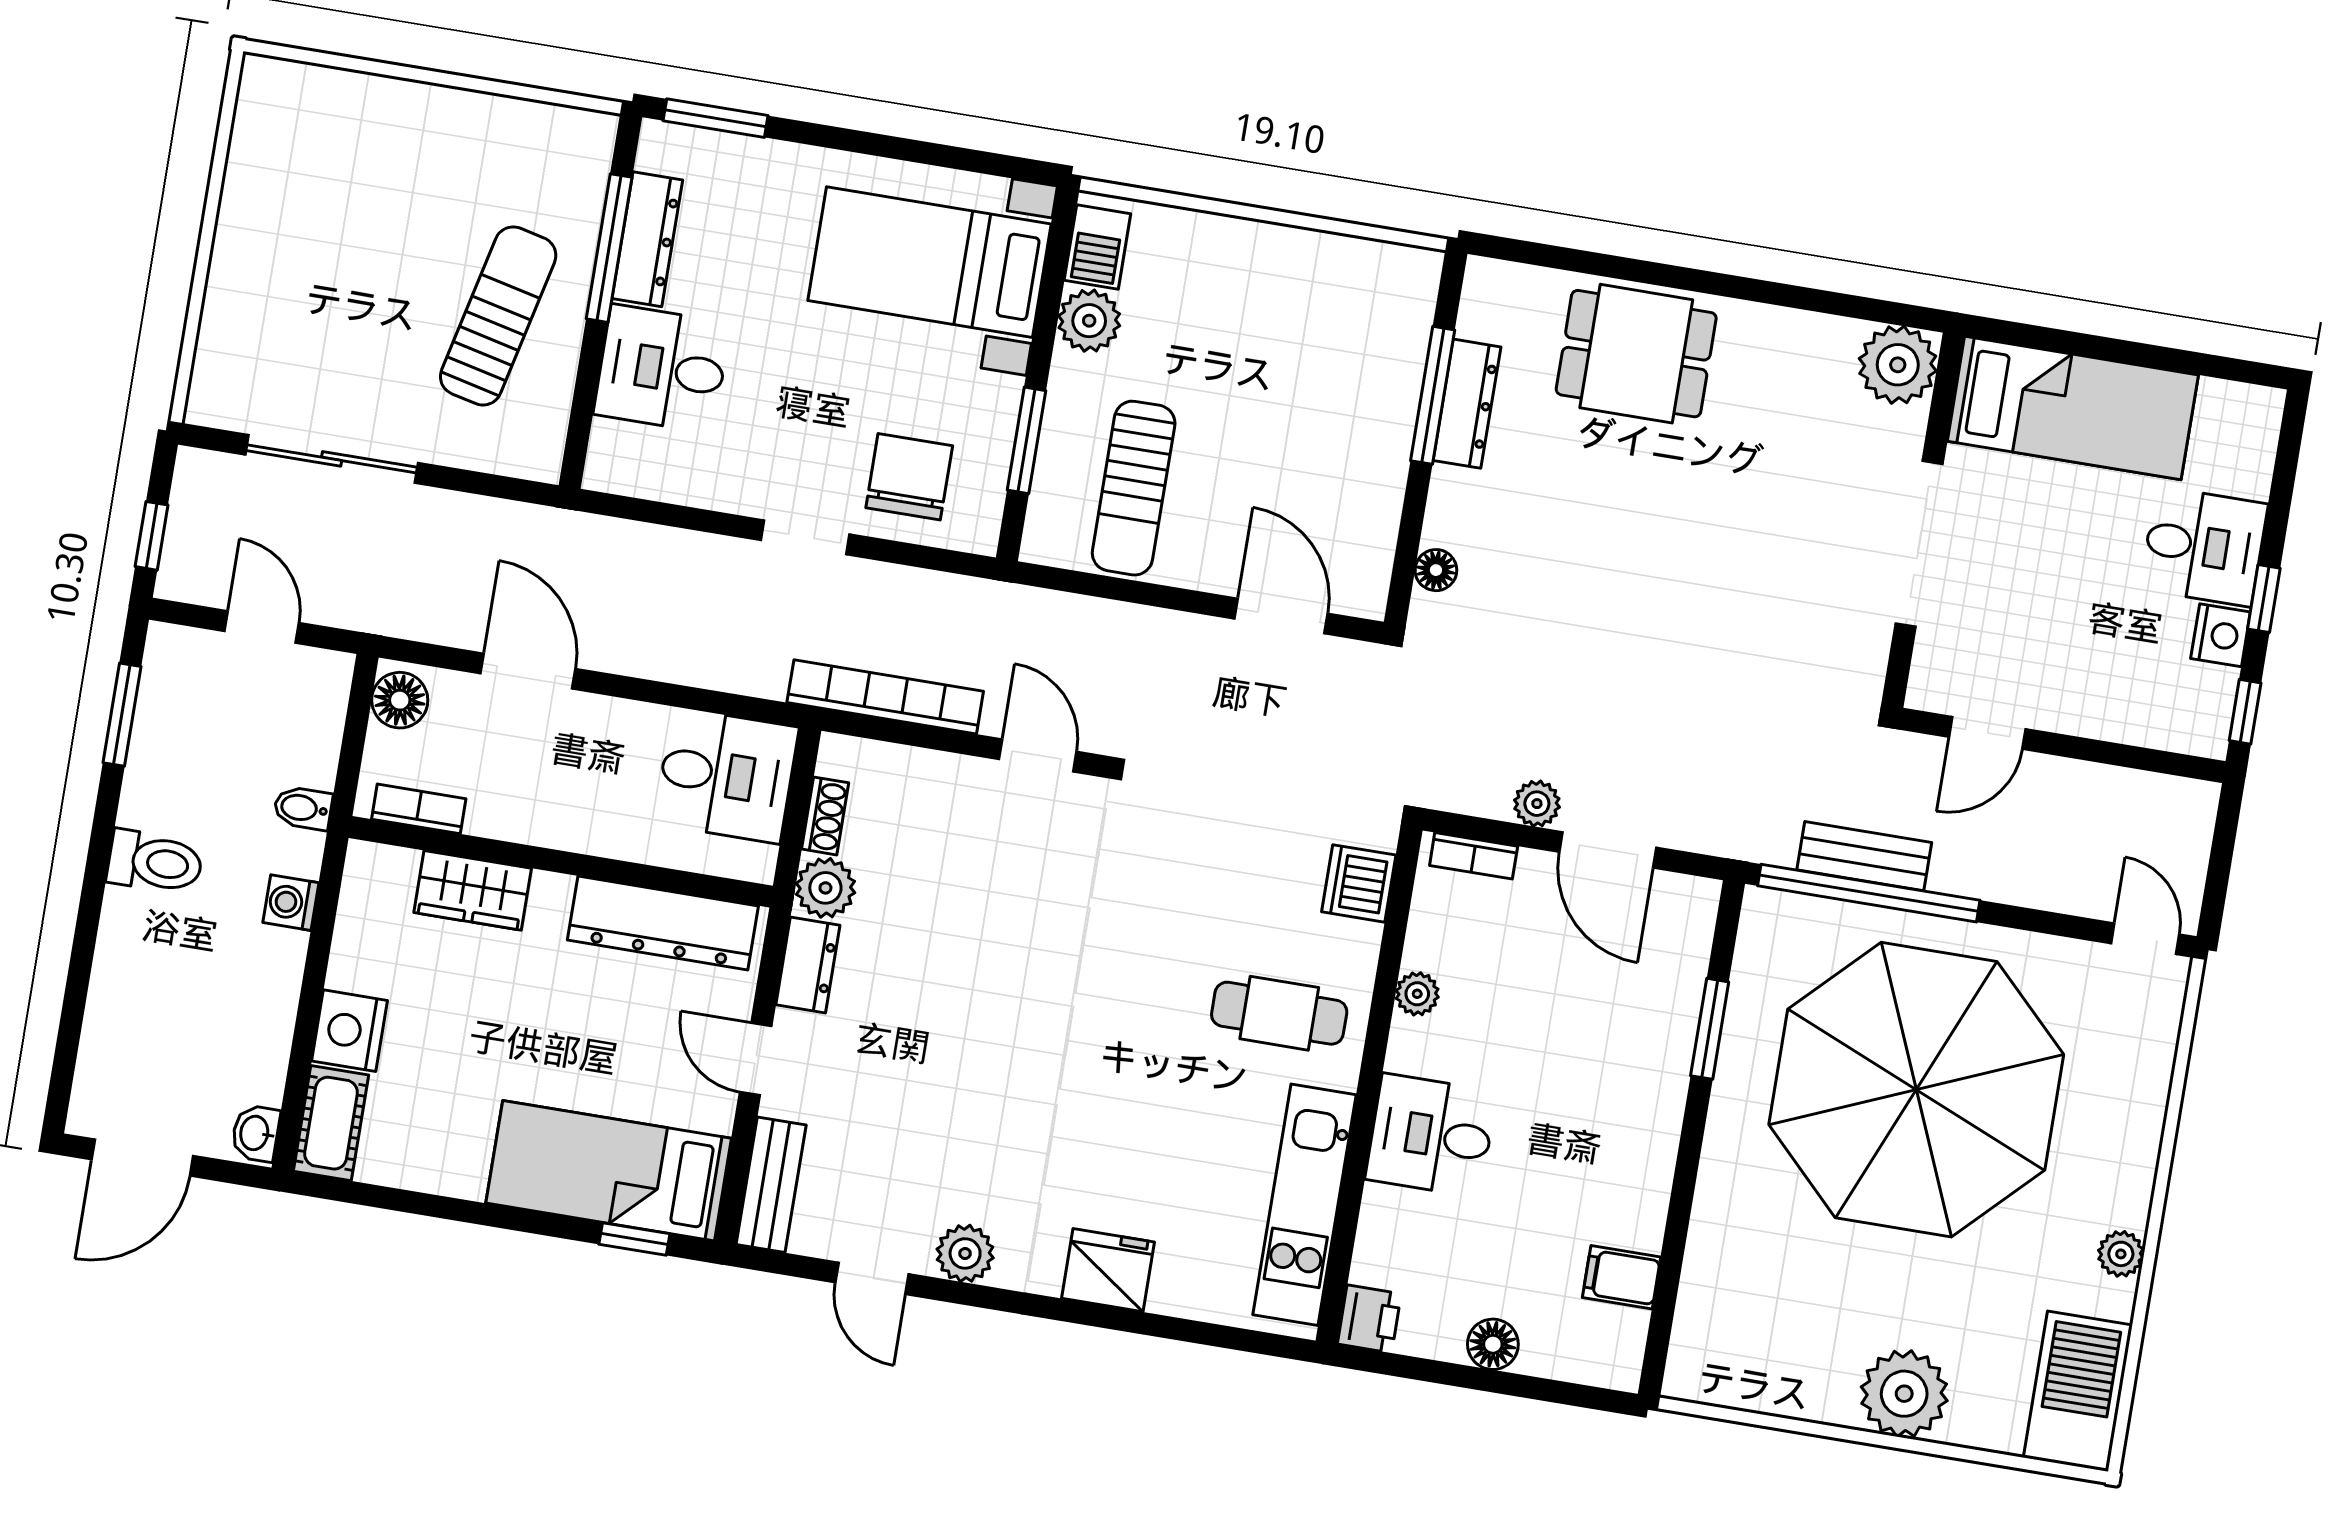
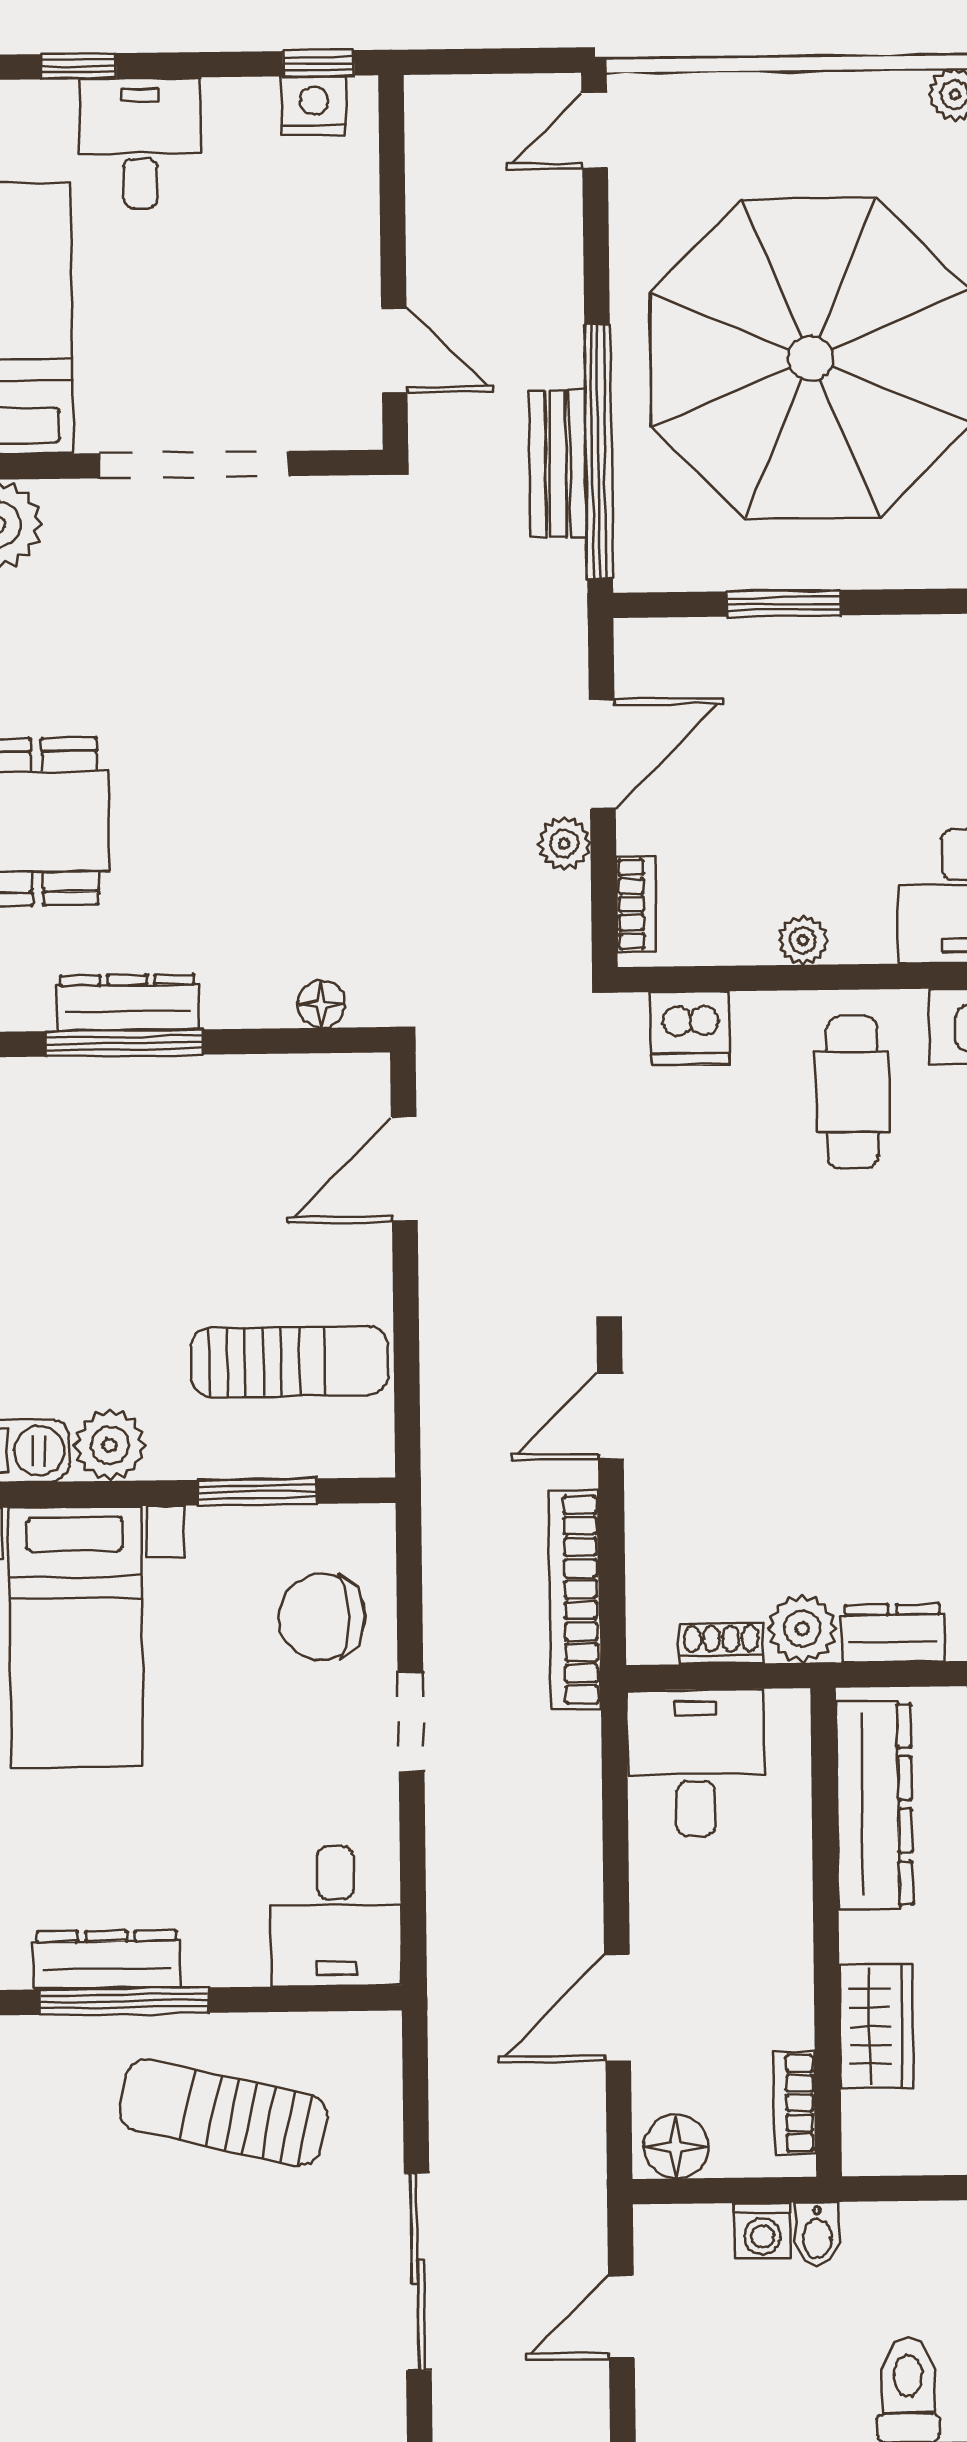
desk: (662, 369) -> (336, 1916), moved
window: (2264, 599) -> (78, 66), moved
nightstand: (2221, 635) -> (314, 105), moved
washing machine: (291, 903) -> (763, 2231), moved

